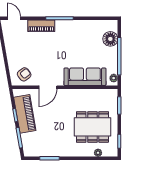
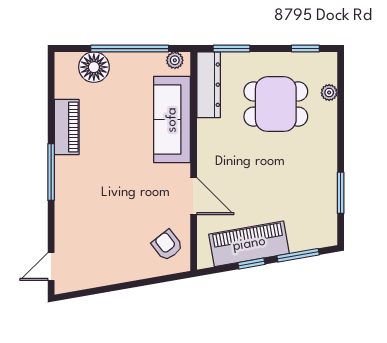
piano: (41, 26) -> (67, 127), moved
dresser: (102, 94) -> (209, 85), added
dining table: (92, 127) -> (276, 104), width x0.73

